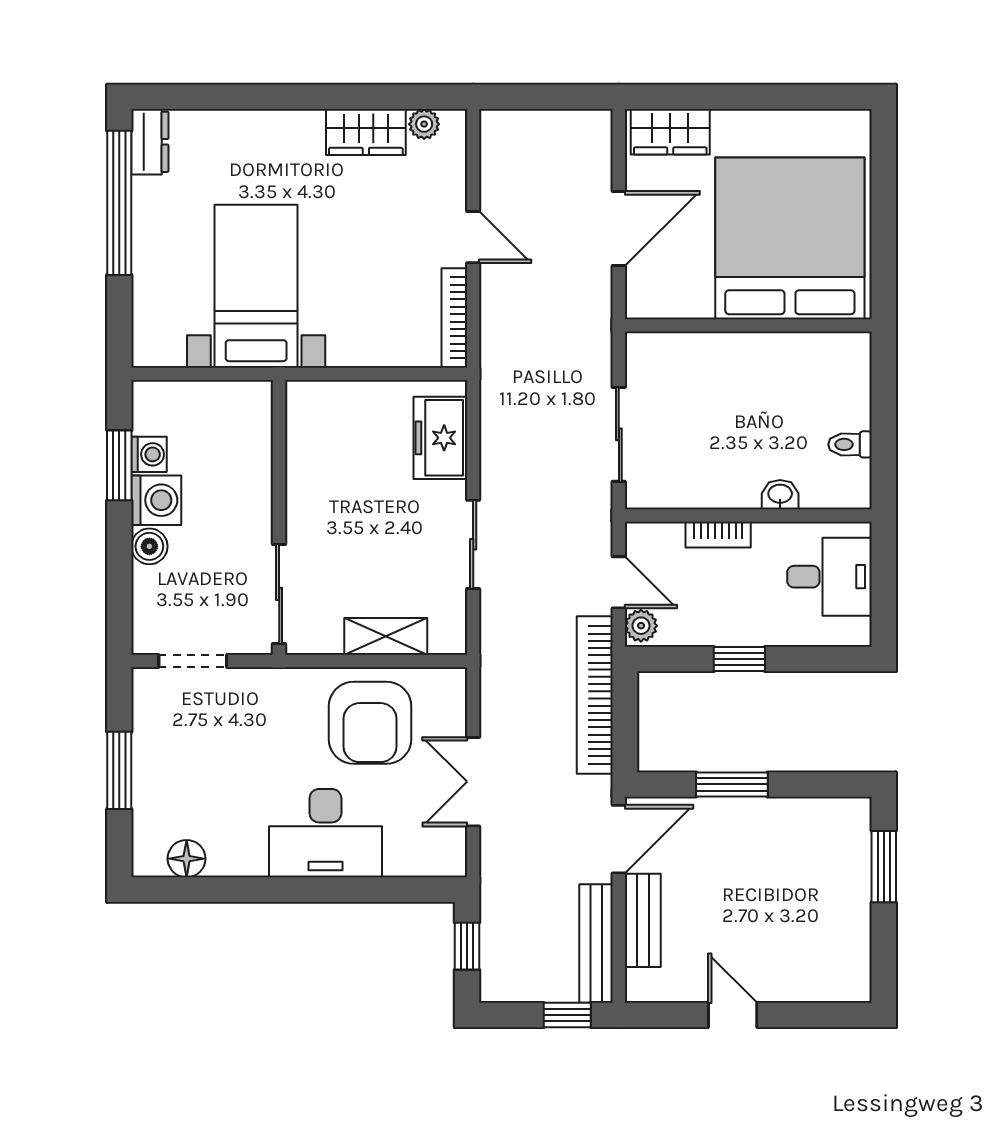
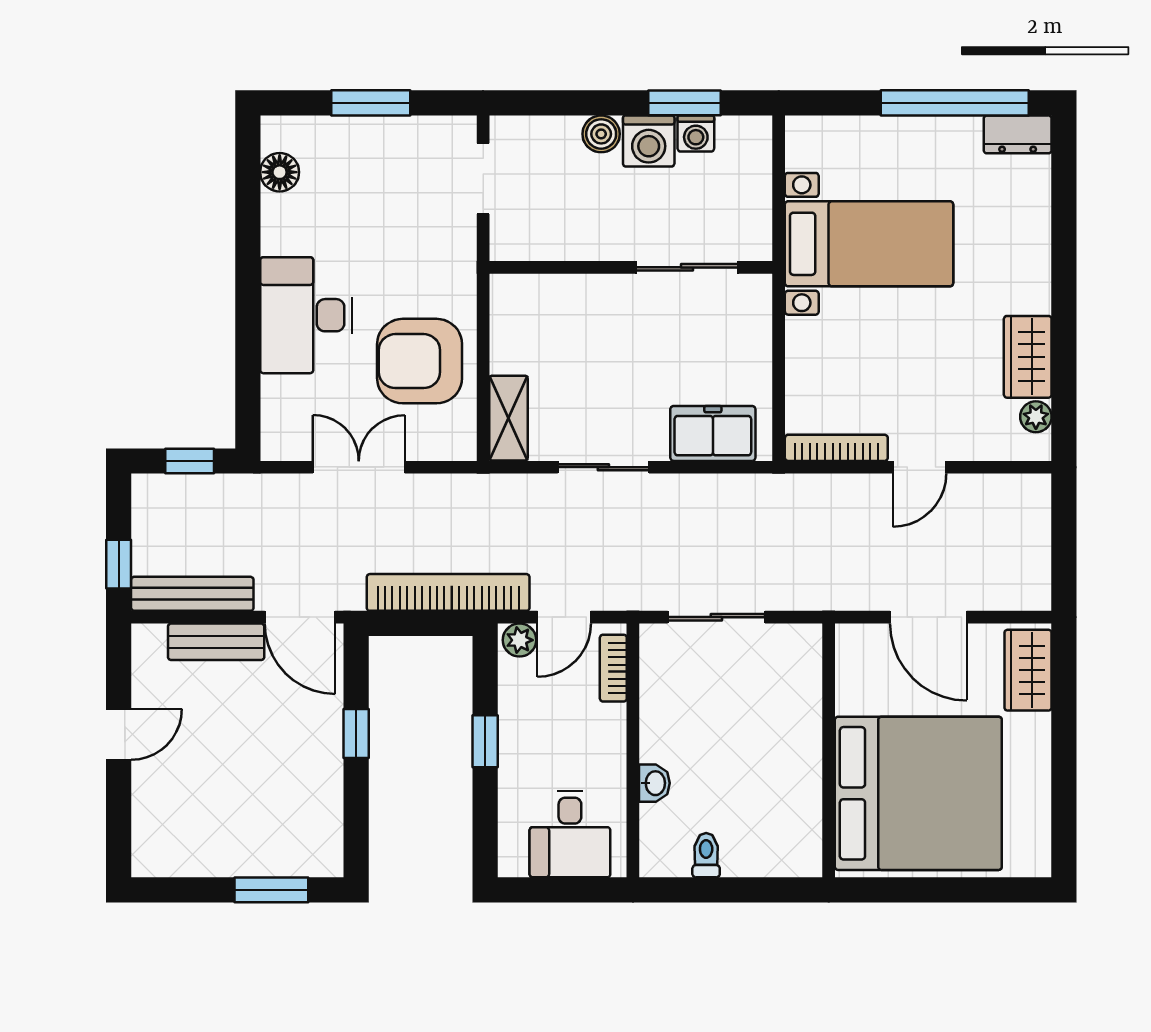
bookcase: (718, 535) -> (613, 668), moved
sliding door: (279, 594) -> (687, 267), moved
shelving: (386, 636) -> (508, 418), moved
window: (732, 784) -> (356, 733), width x0.67

